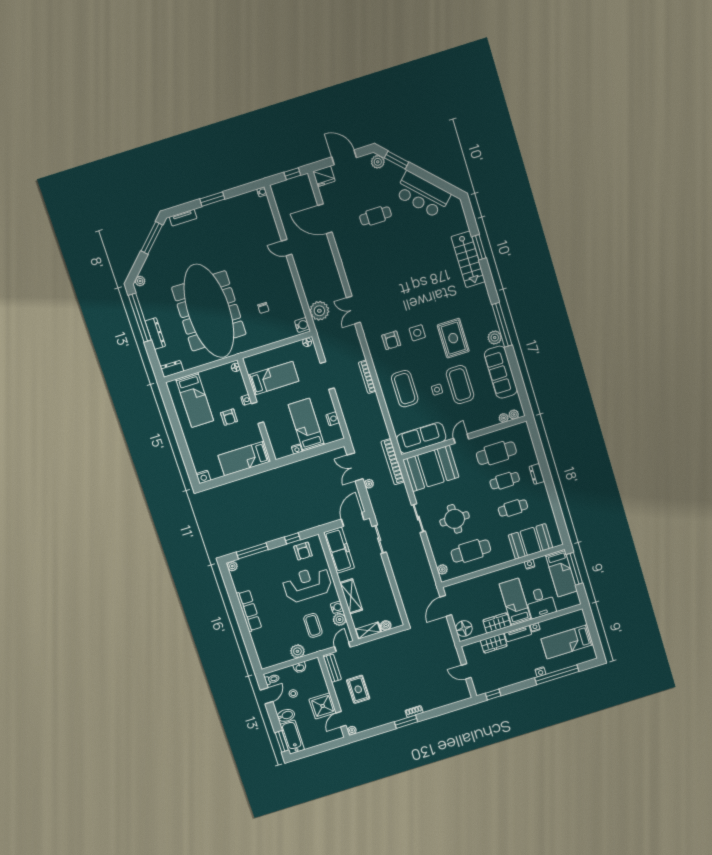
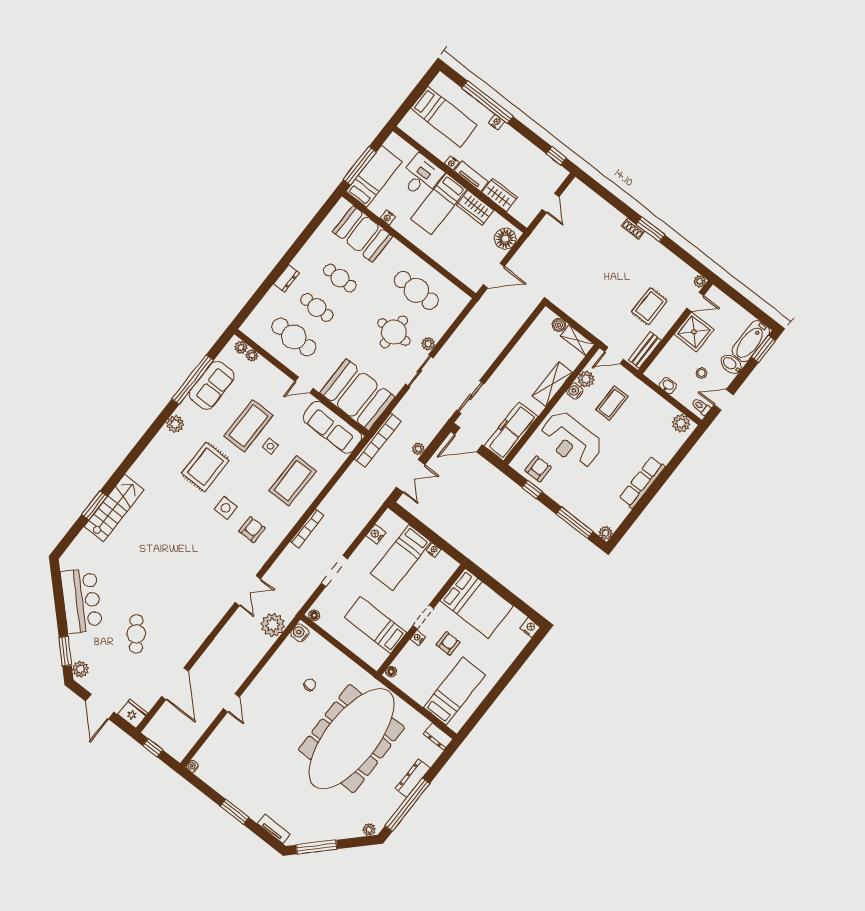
cafe table: (376, 216) -> (136, 634), turned 53
window: (502, 325) -> (193, 380), moved
sofa: (501, 372) -> (212, 385), width x0.73
bed: (244, 458) -> (477, 603), width x1.50
plant: (442, 569) -> (428, 344), moved
plant: (297, 651) -> (681, 423), moved

